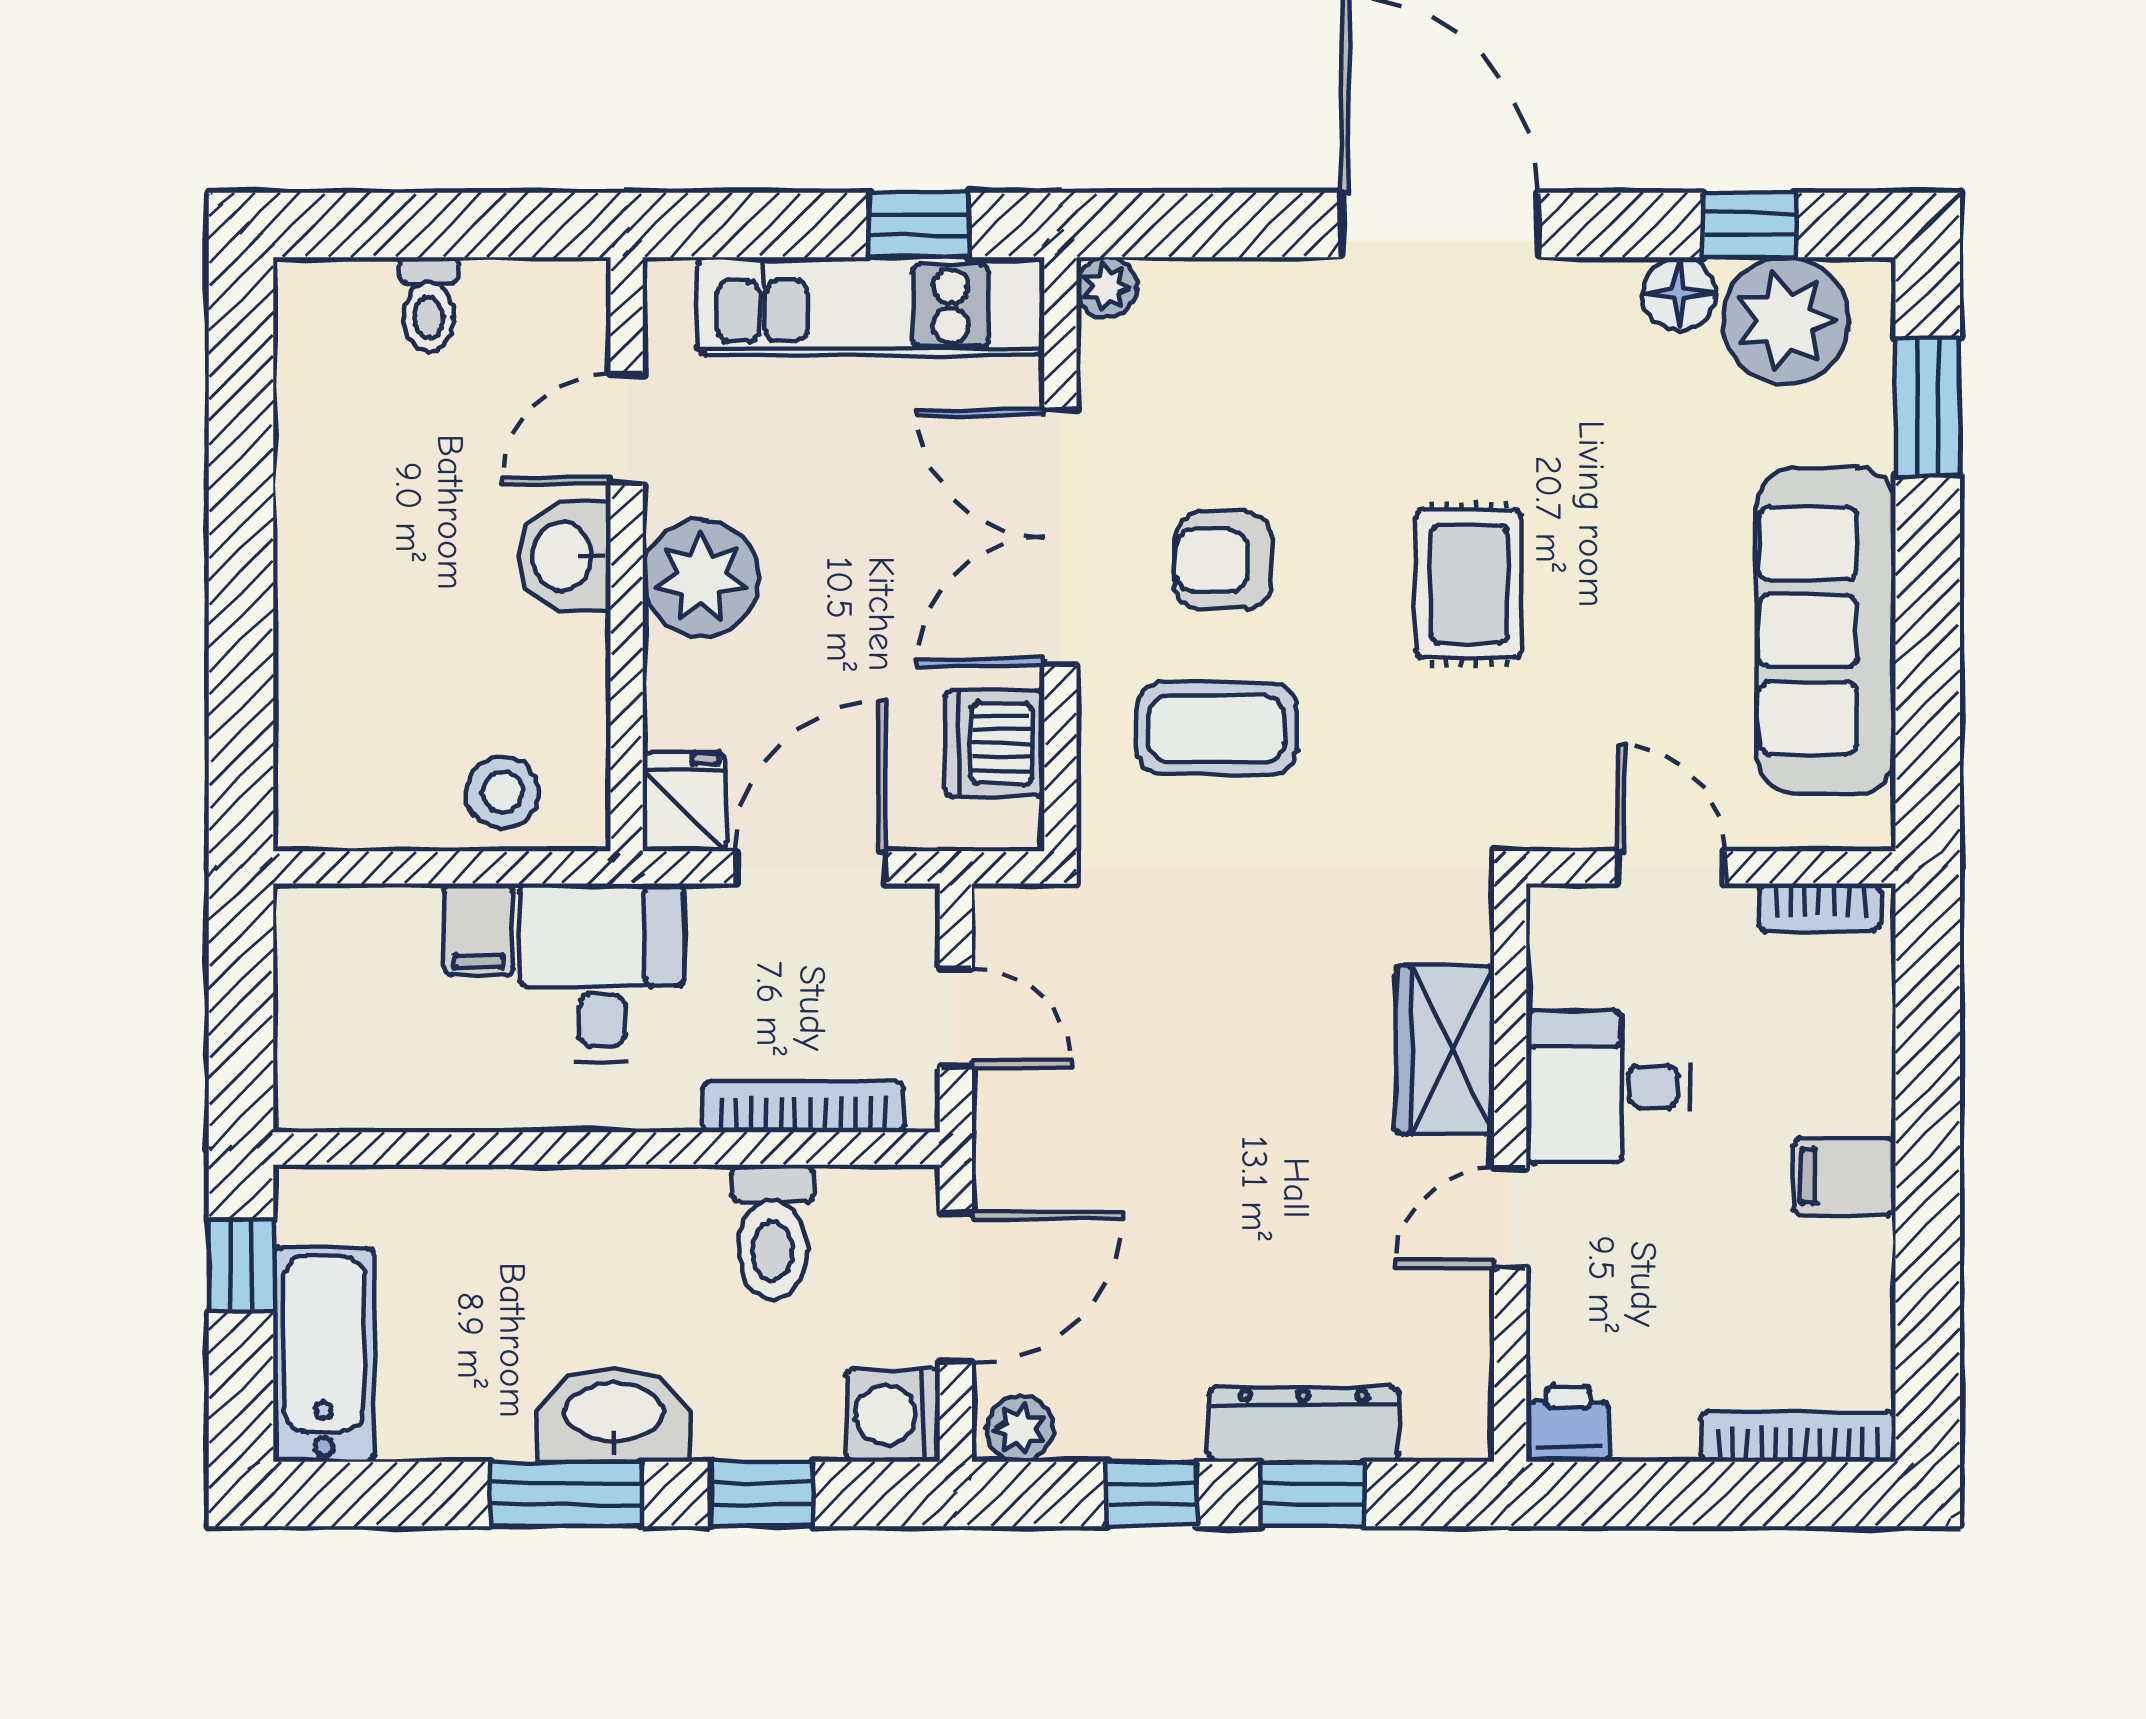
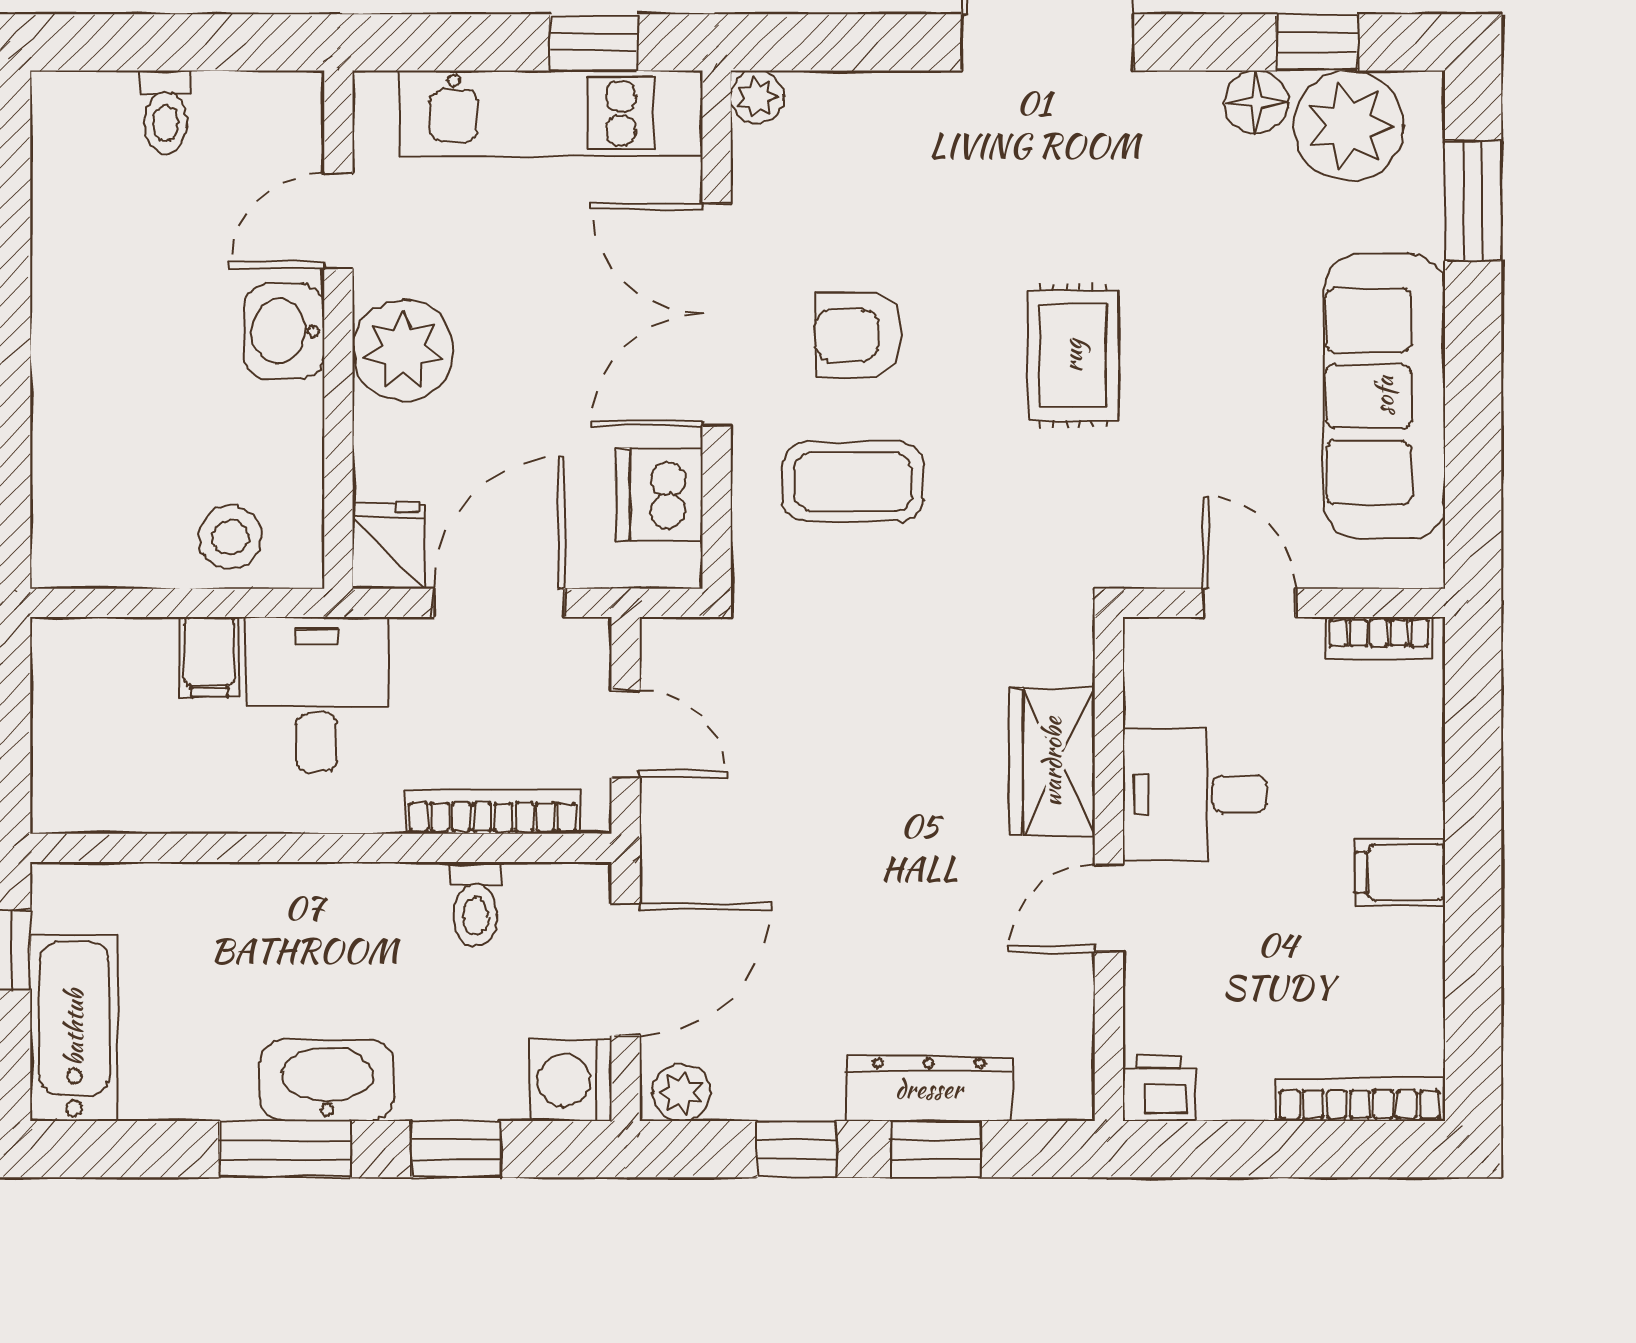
toilet: (773, 1232) -> (475, 904), width x0.73, depth x0.72

